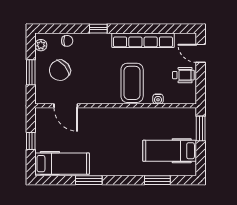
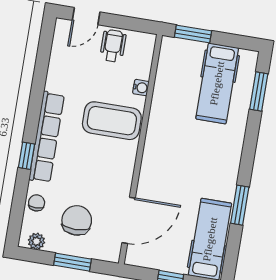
row of seats: (143, 40) -> (47, 137), moved
chair: (60, 70) -> (77, 220), turned -140
door: (66, 106) -> (129, 220), width x1.36
window: (157, 180) -> (259, 91), moved

